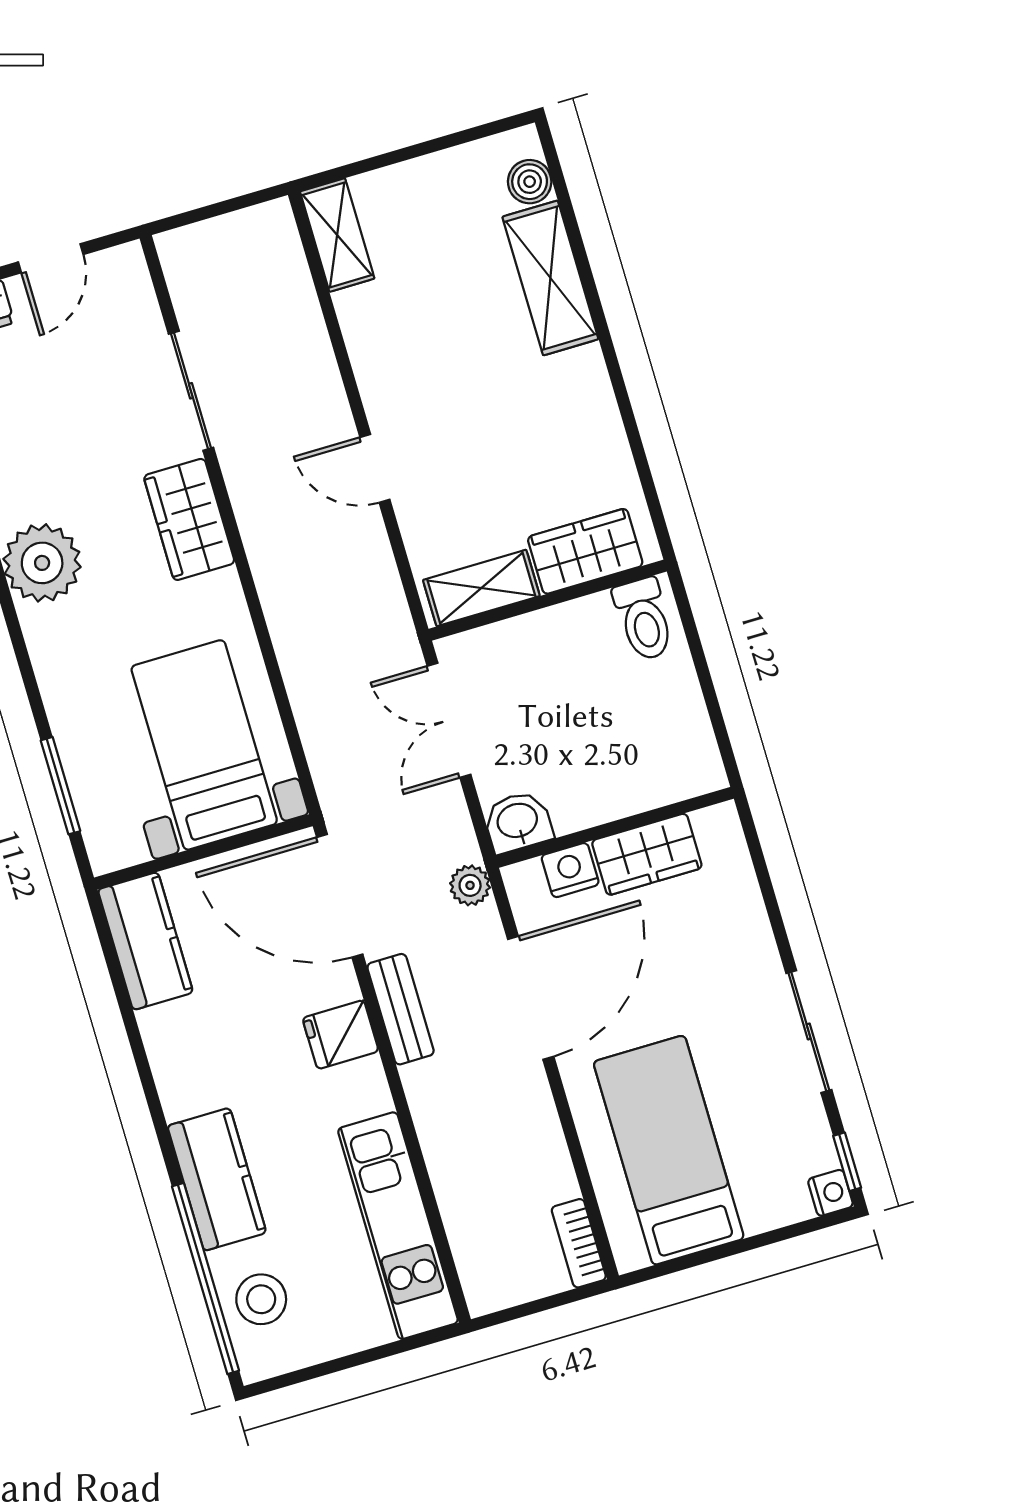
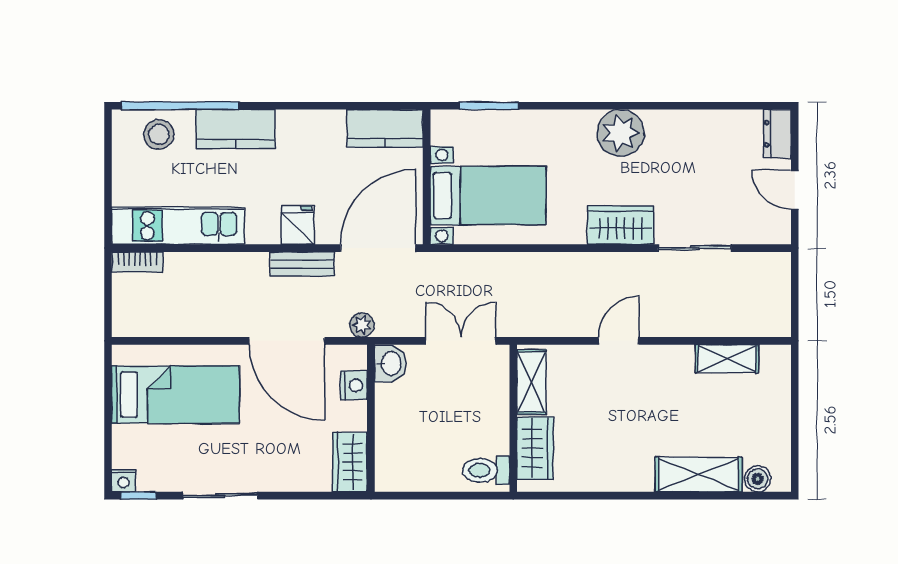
shelving: (337, 235) -> (727, 359), moved
wardrobe: (647, 854) -> (350, 462), moved
bookcase: (579, 1243) -> (137, 262), moved, turned 180

